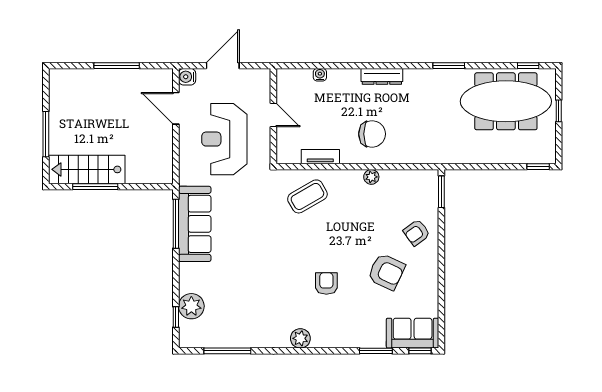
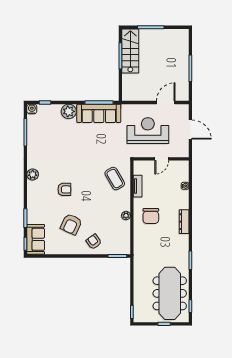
water cooler: (187, 77) -> (32, 109), moved
plant: (191, 306) -> (69, 111), moved

